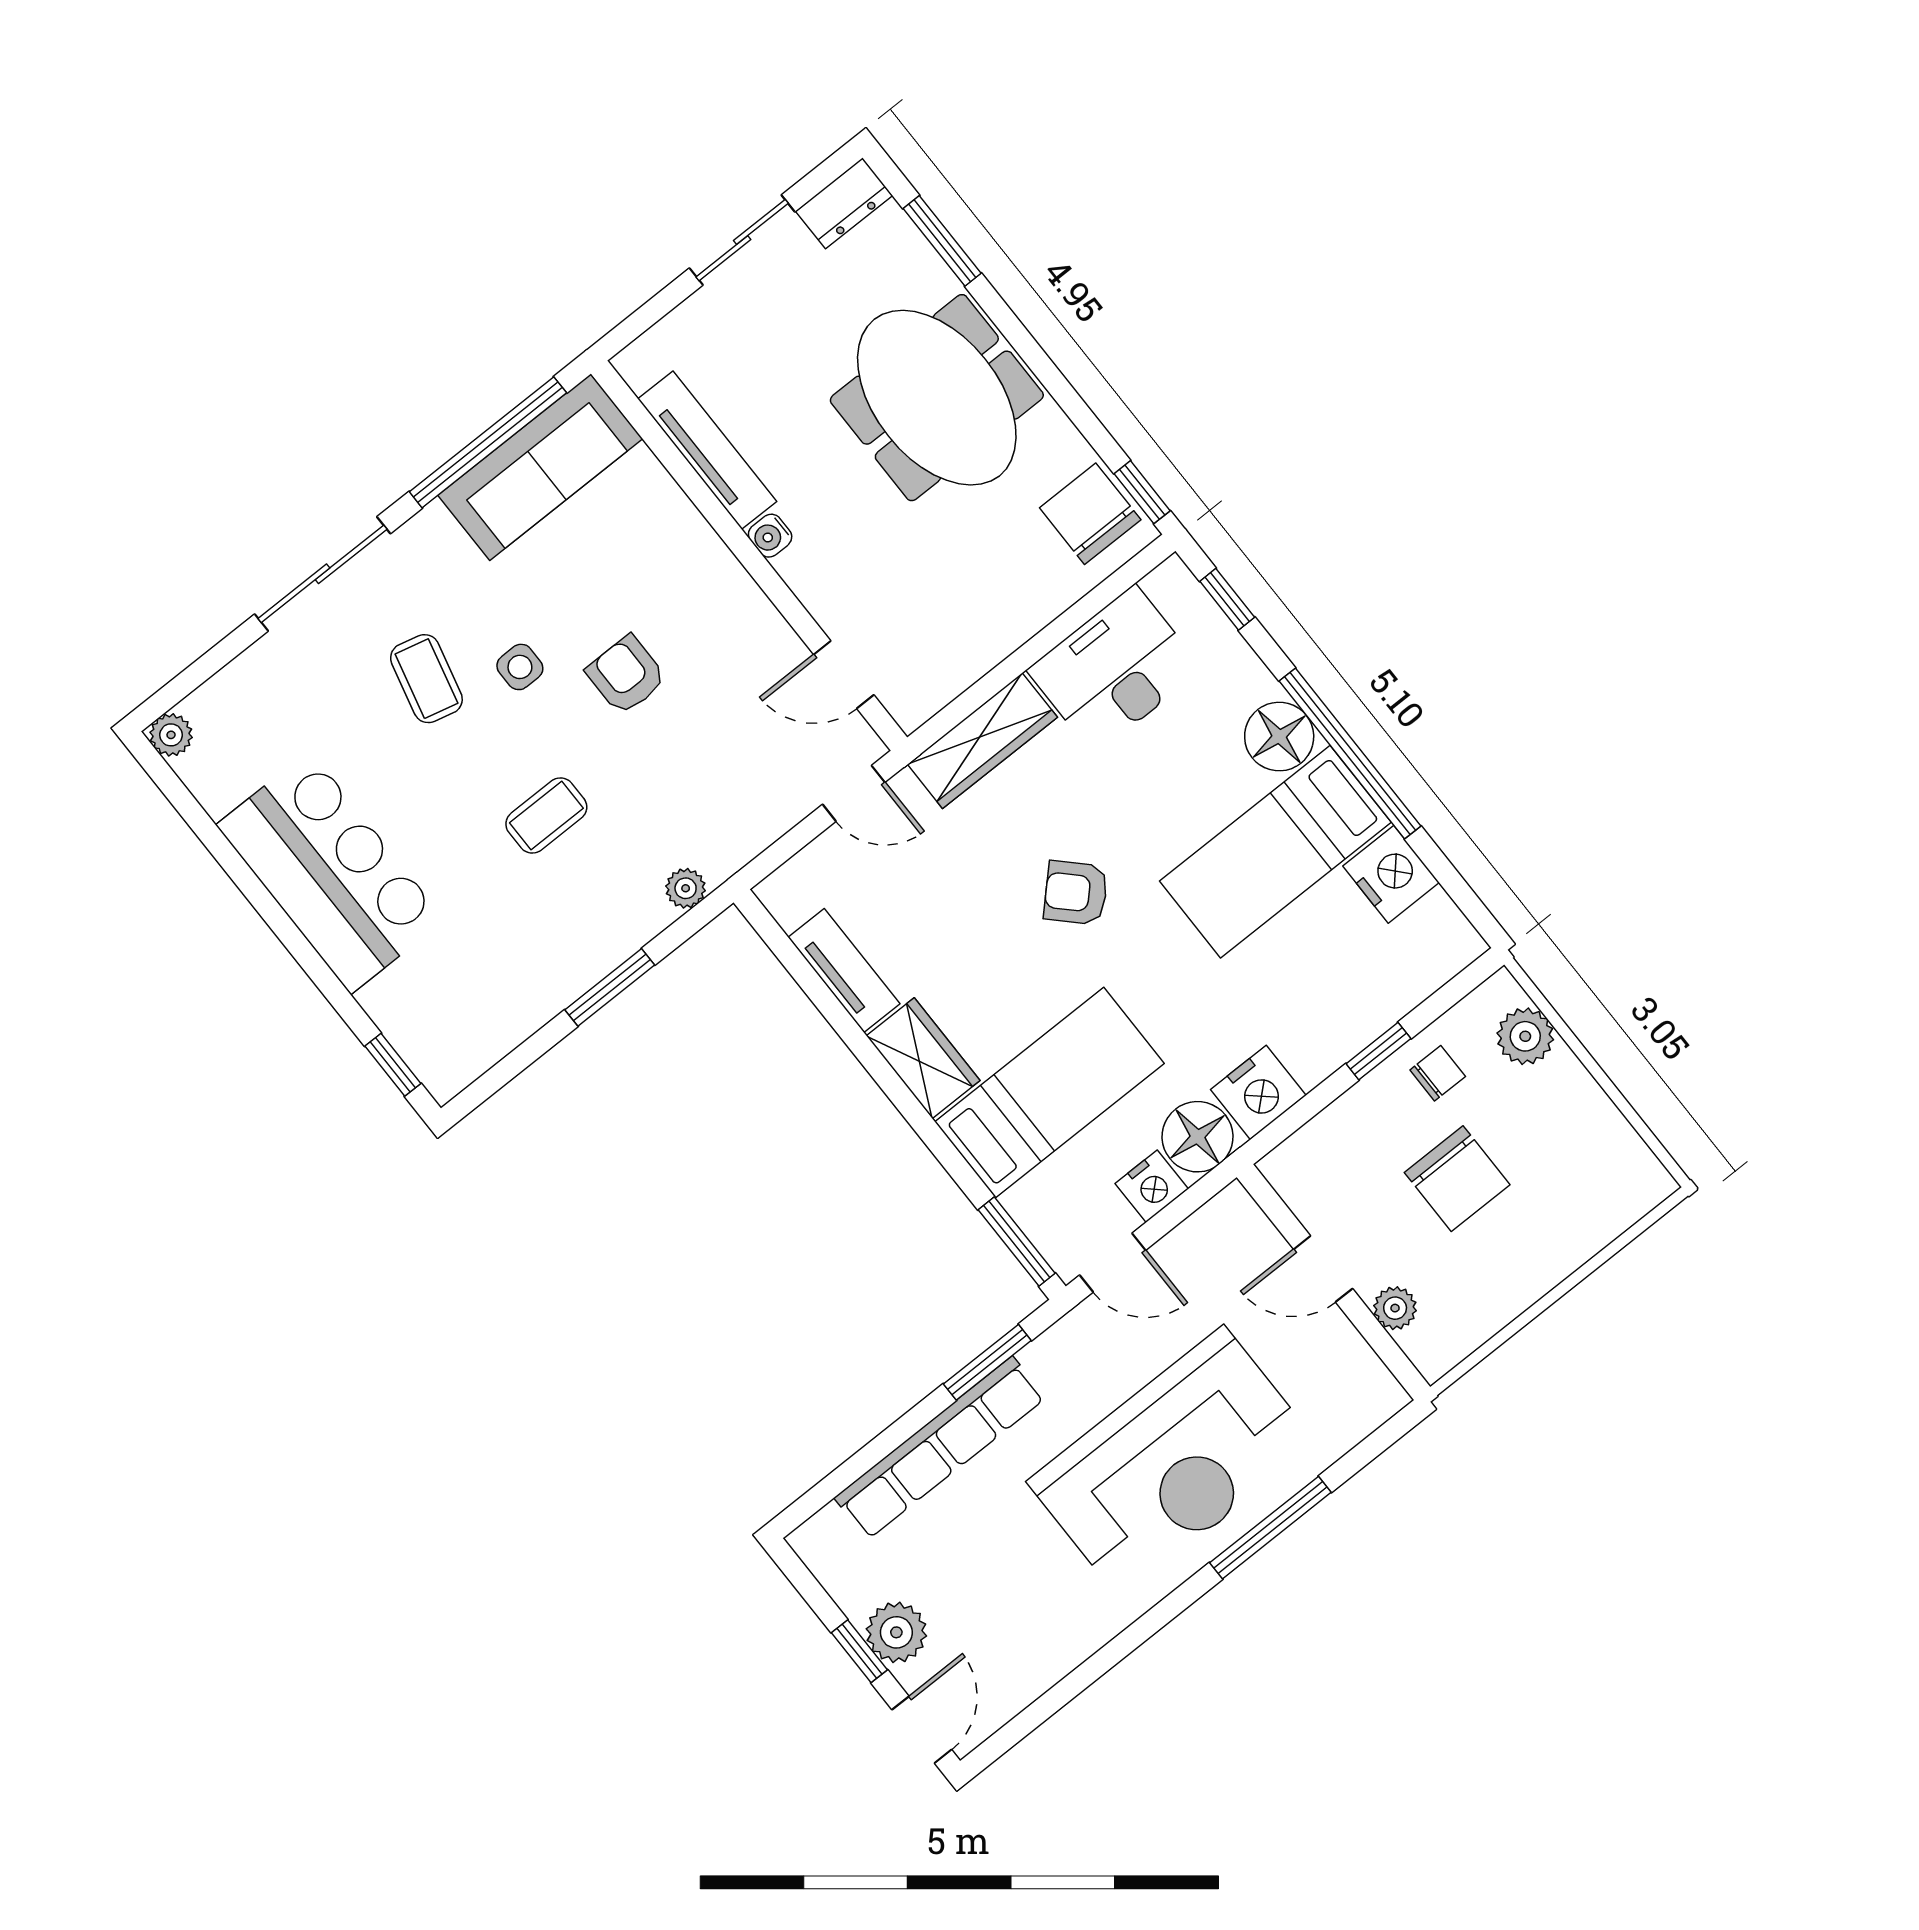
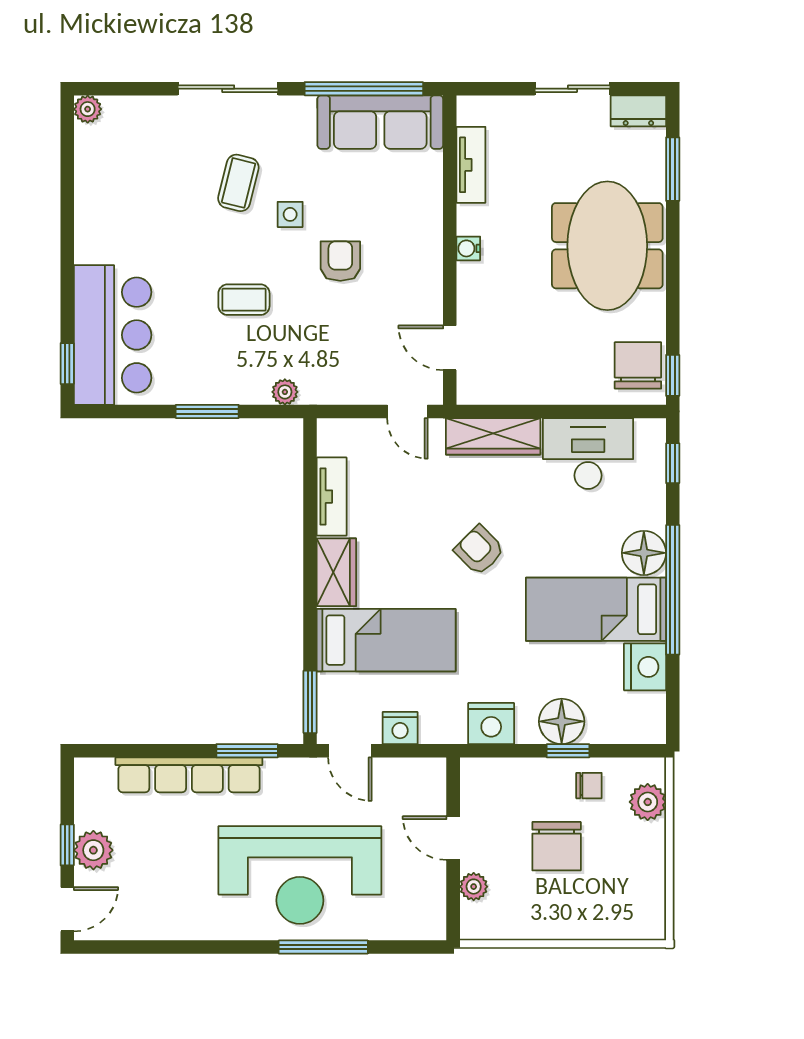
tv unit: (707, 450) -> (471, 165), width x0.71
bar counter: (330, 872) -> (113, 335), moved
floor lamp: (1197, 1137) -> (562, 721), moved

